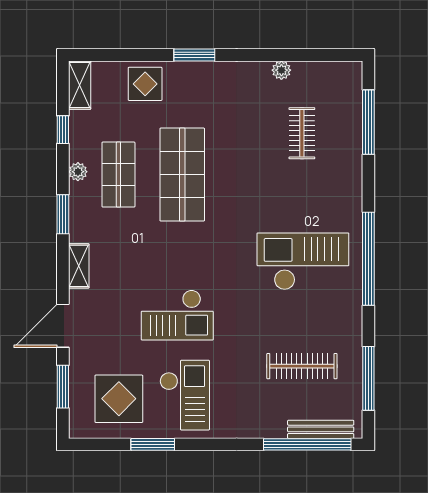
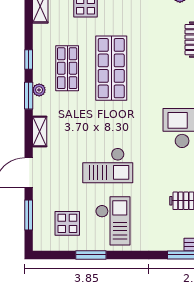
window: (63, 130) -> (29, 60), moved
plant: (78, 172) -> (39, 90), moved
display table: (119, 399) -> (67, 223), width x0.73, depth x0.73

